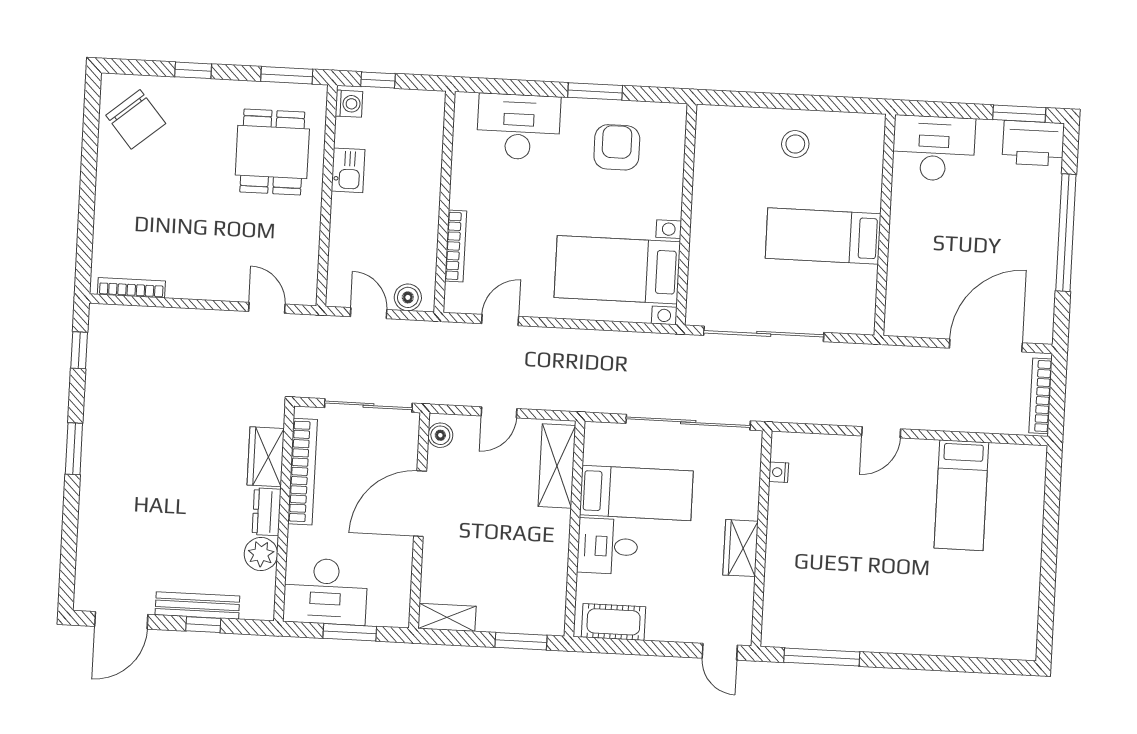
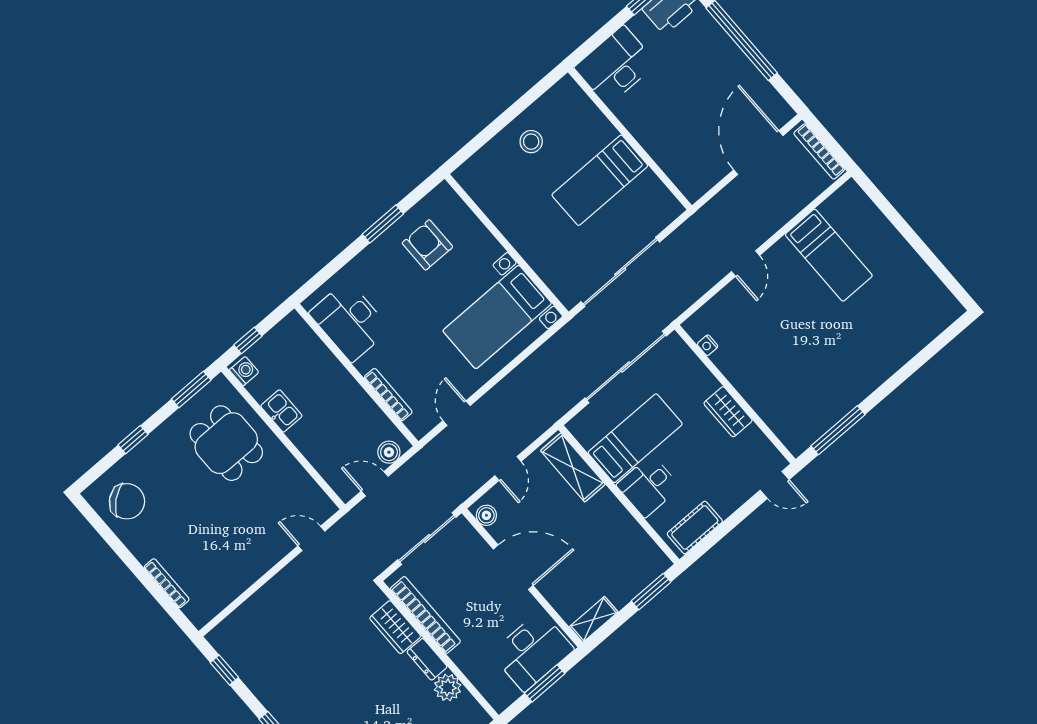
desk: (519, 127) -> (350, 321), moved, turned -90
bookcase: (131, 288) -> (167, 583), moved, turned 90
door: (420, 504) -> (513, 567), swing flipped
desk: (325, 591) -> (532, 651), moved

